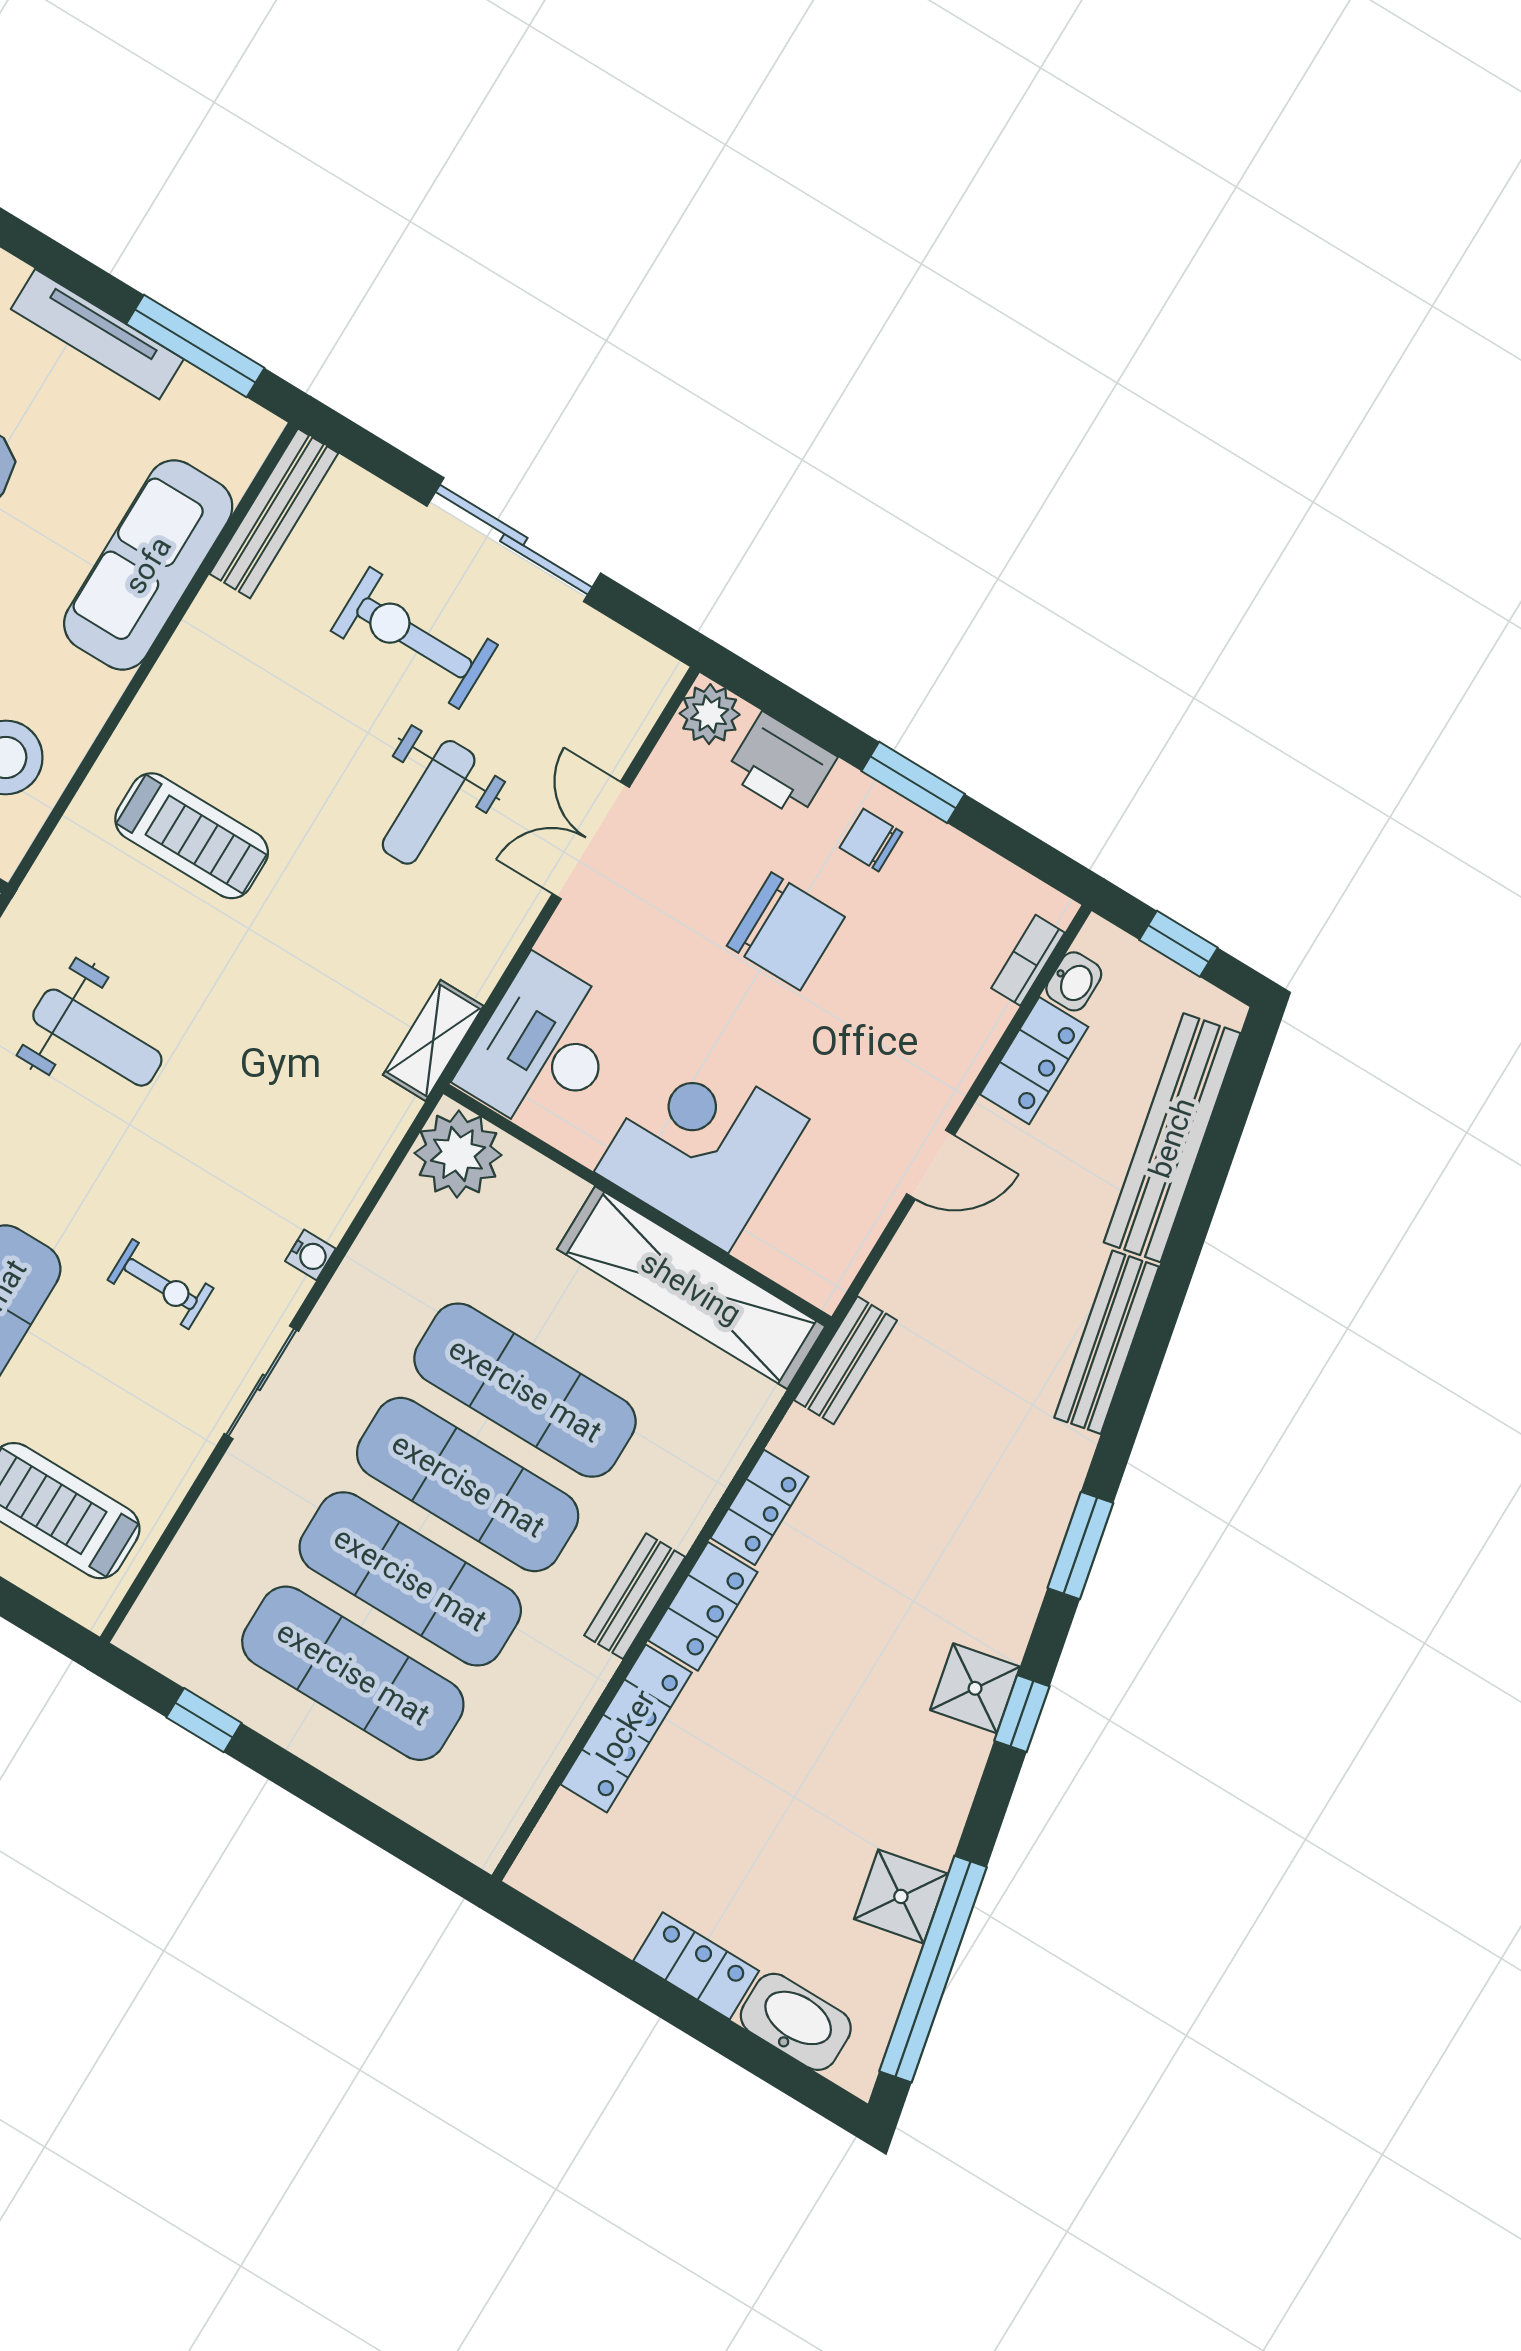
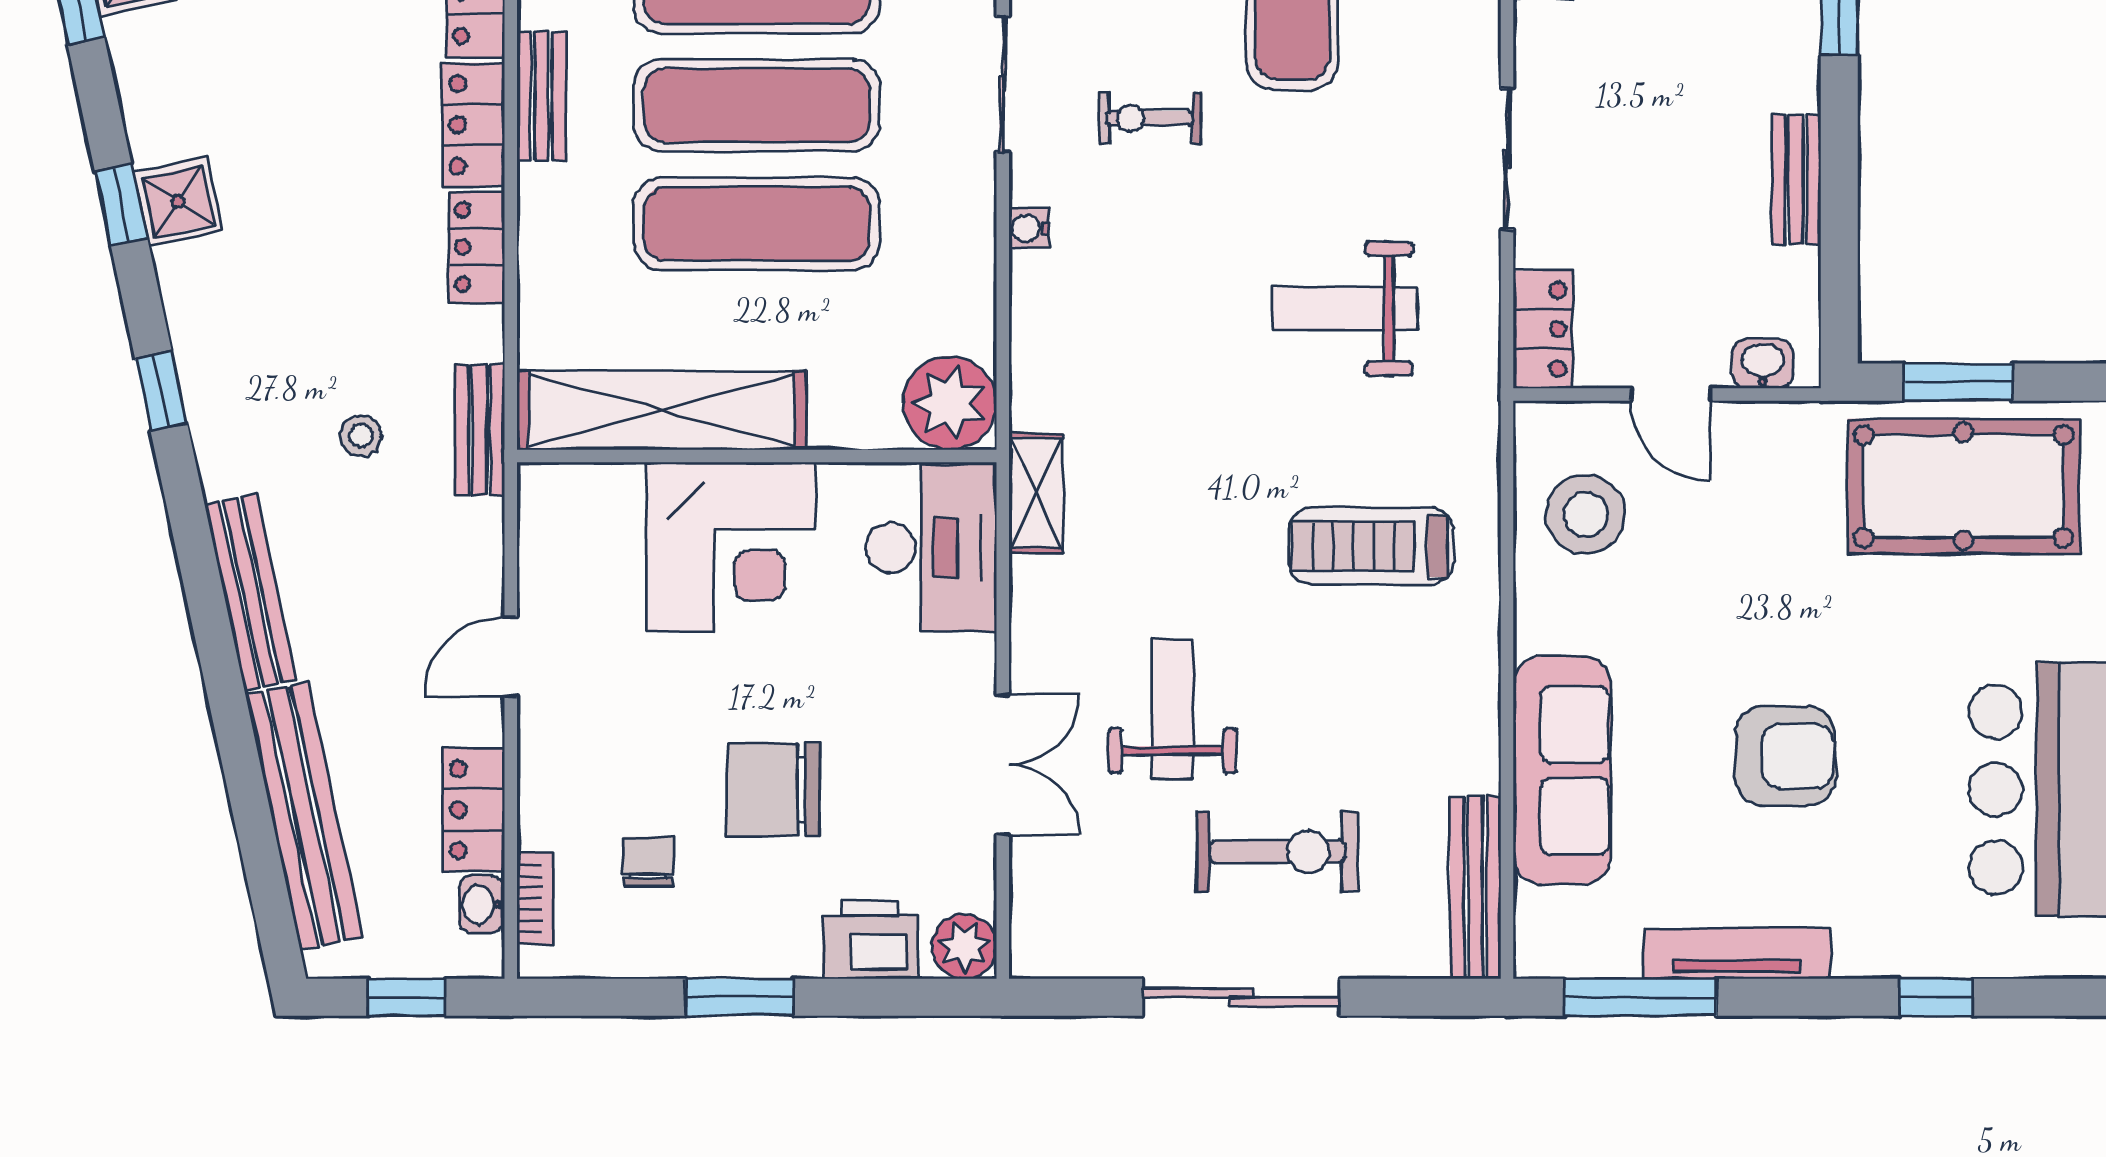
chair: (871, 840) -> (648, 862), moved, turned -90
stool: (943, 1413) -> (361, 436), added
window: (1080, 1545) -> (161, 391), width x0.67

